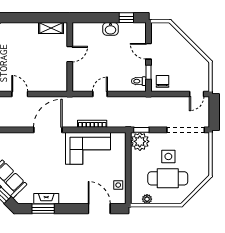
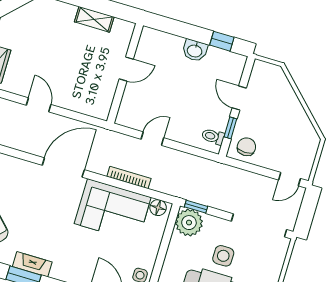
shelving: (51, 28) -> (94, 19), moved
floor lamp: (117, 138) -> (158, 208), added

